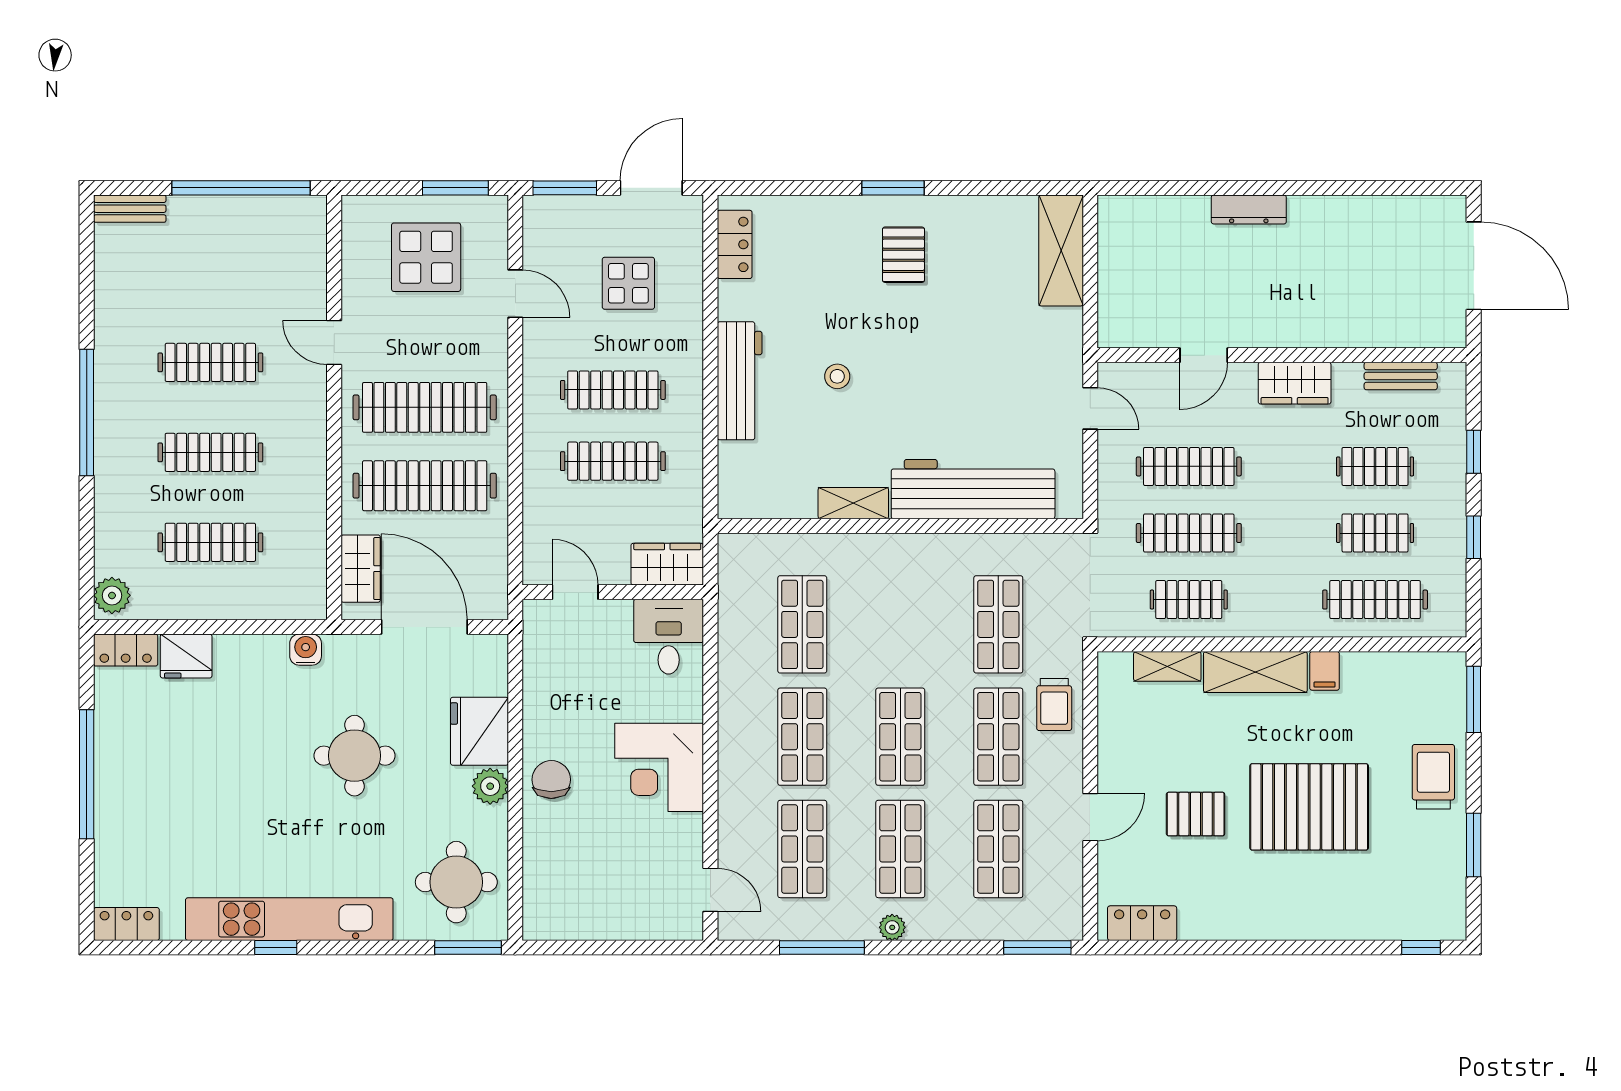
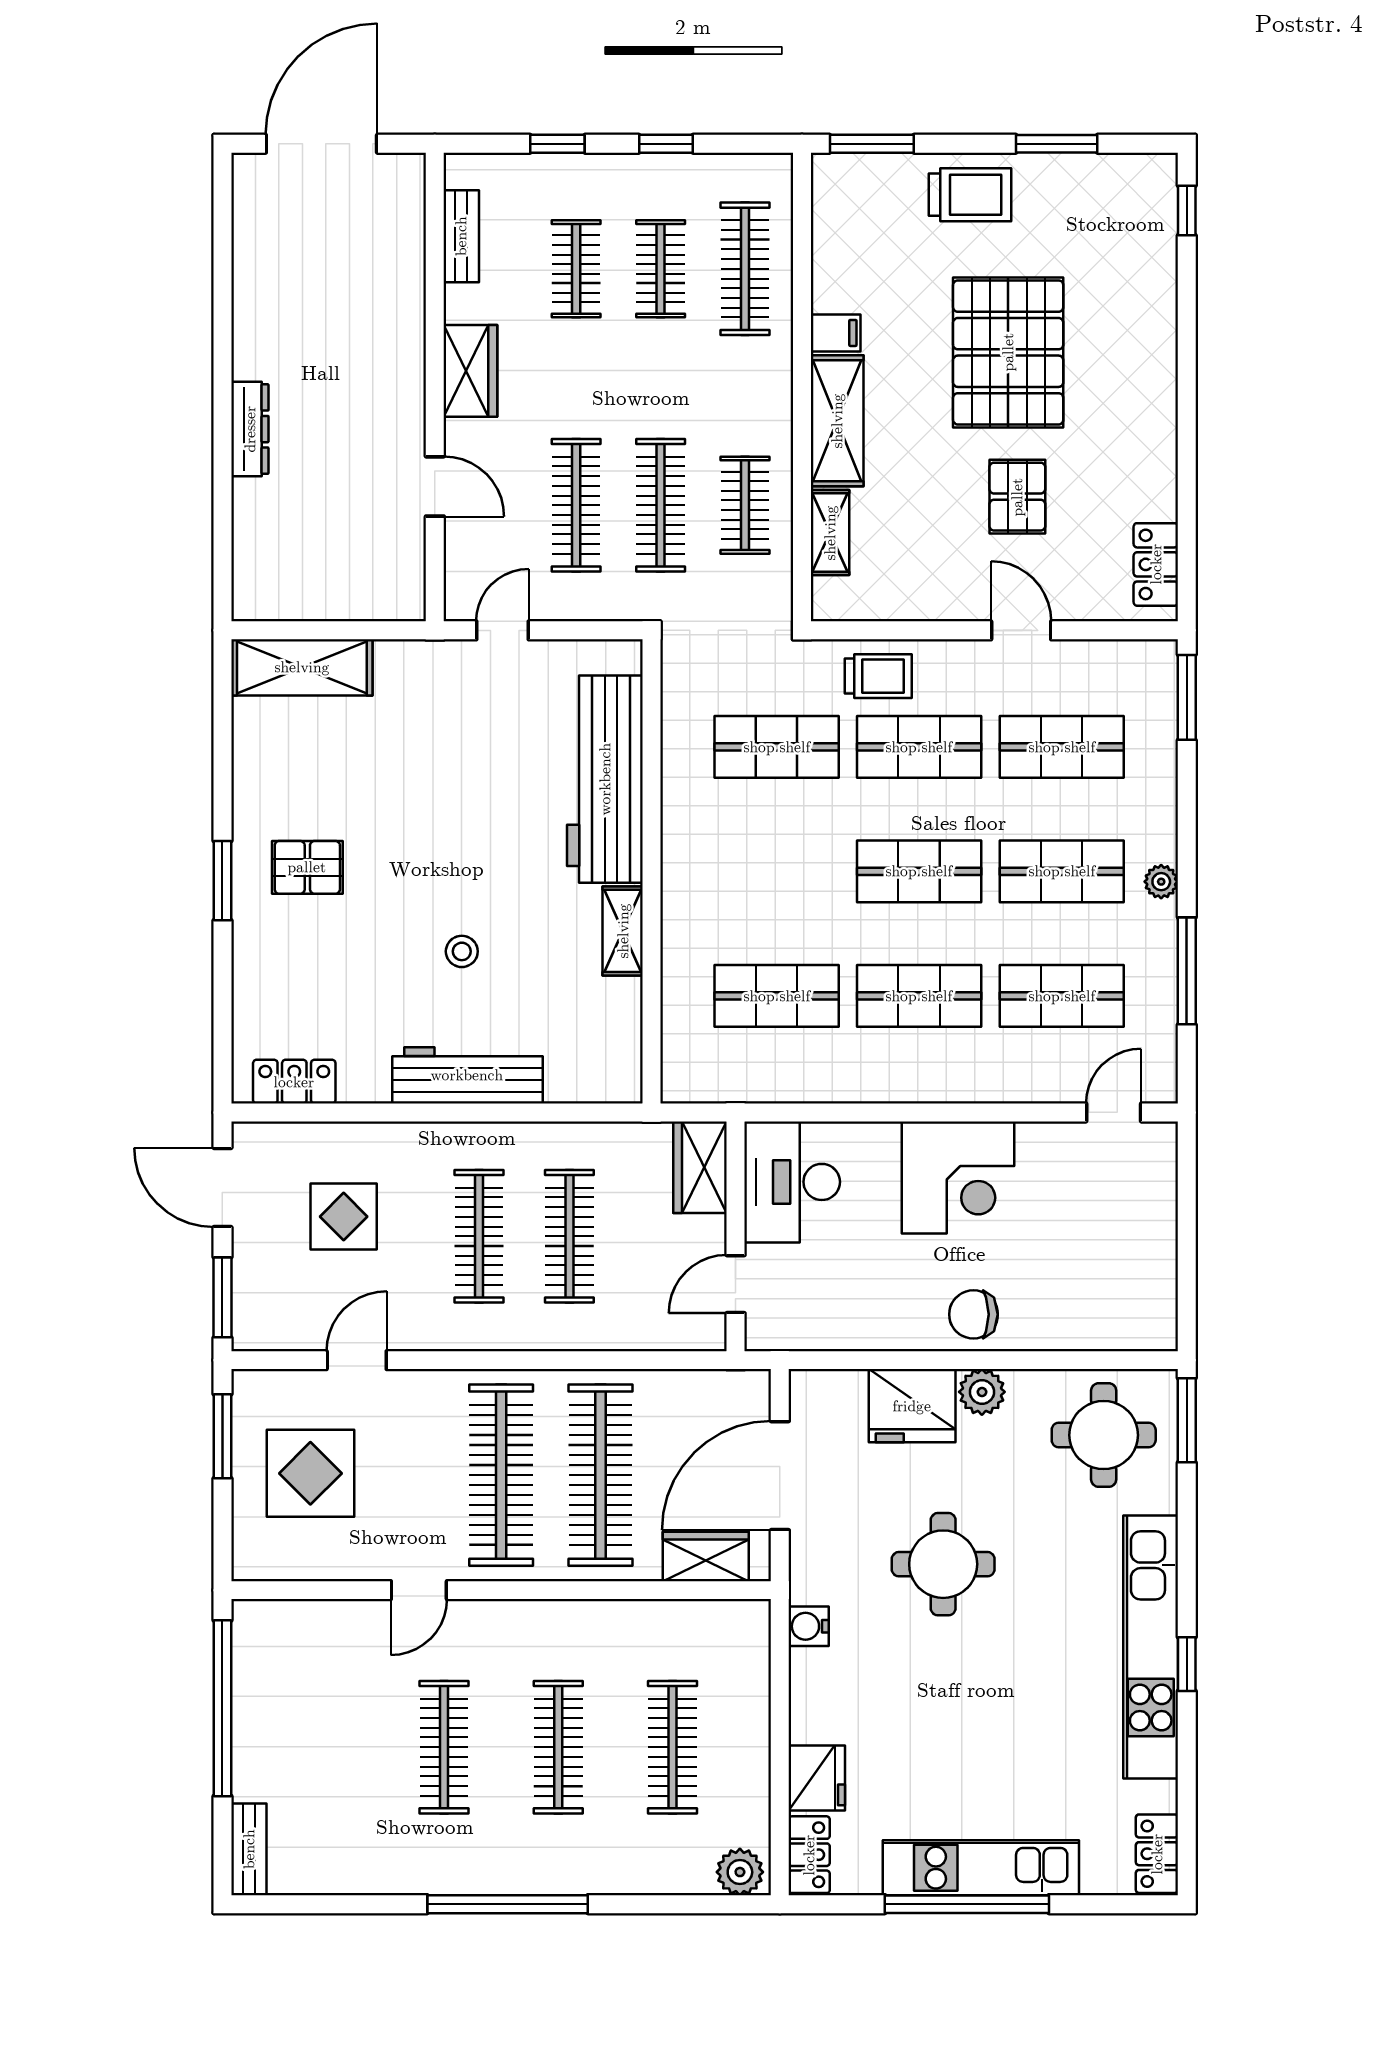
desk: (669, 637) -> (792, 1182), width x1.37
trolley: (1433, 777) -> (970, 195), turned 180
kitchen unit: (115, 785) -> (981, 1868), added

